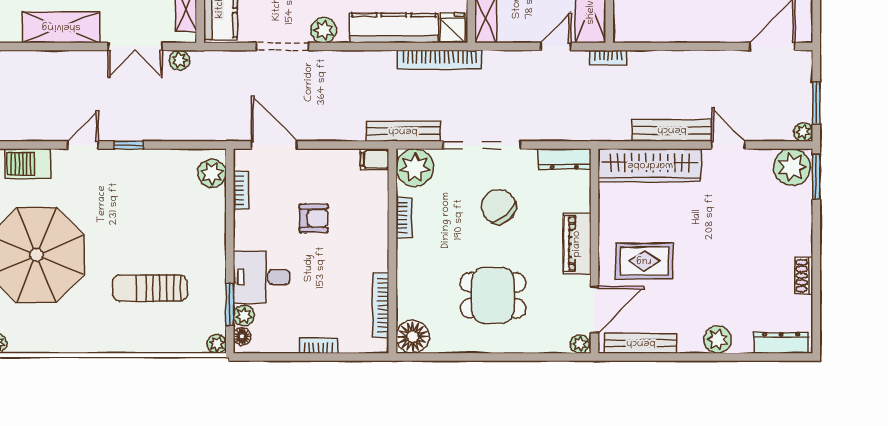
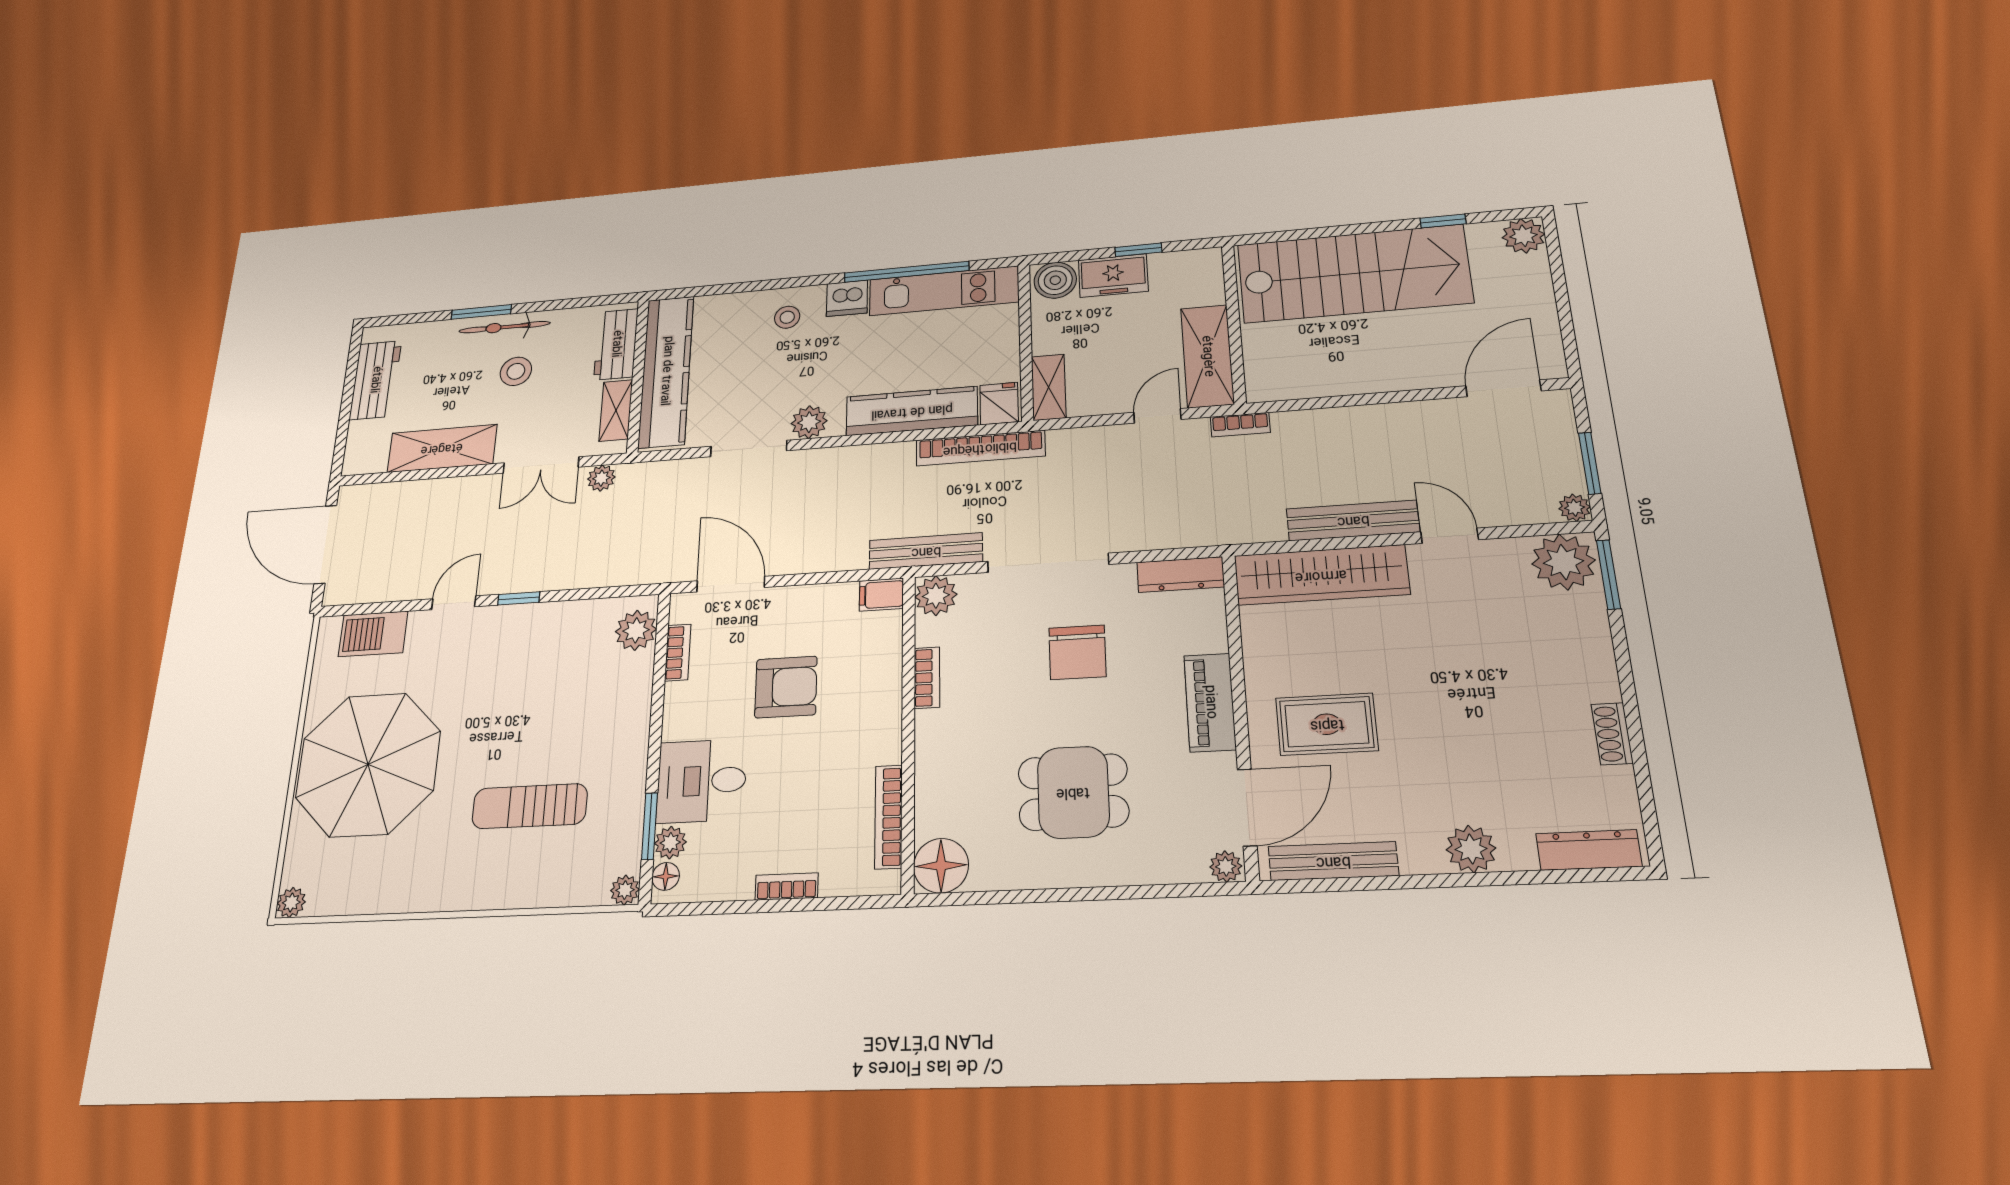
plant: (415, 168) -> (936, 596), width x0.73, depth x0.73
chair: (498, 207) -> (1077, 652), turned -139
armchair: (314, 218) -> (786, 687), width x1.38, depth x1.38

